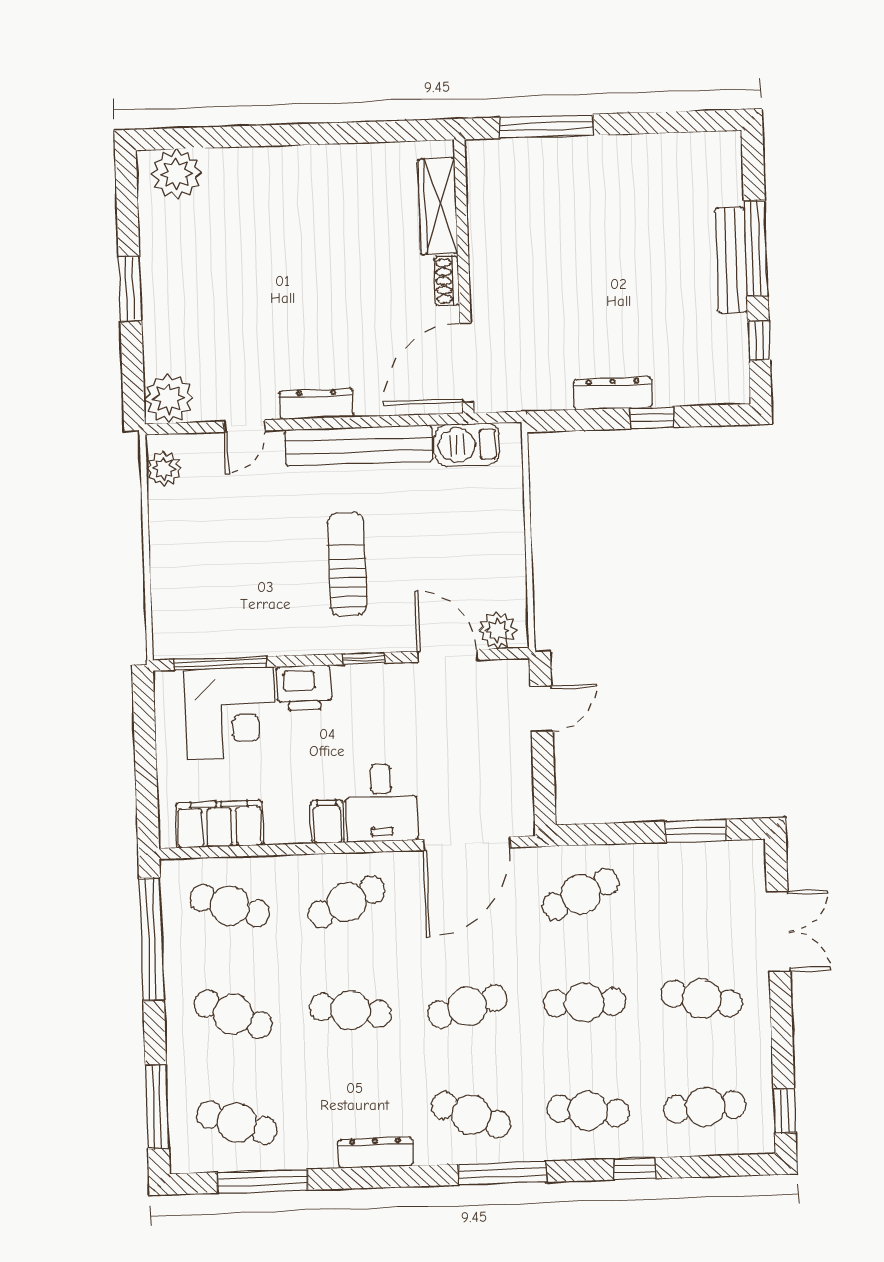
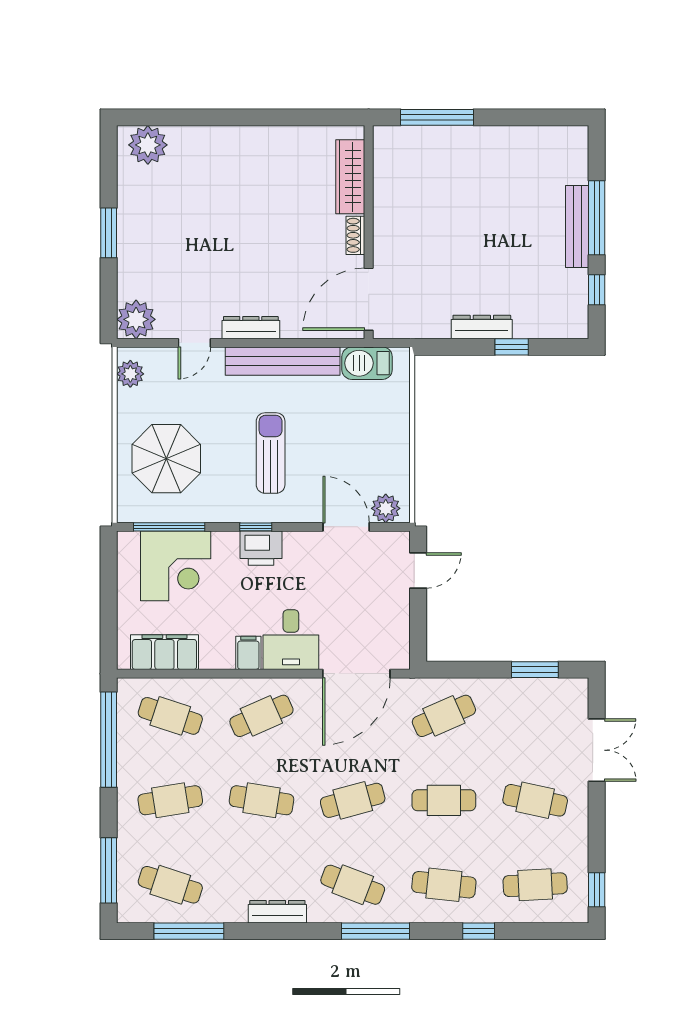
parasol: (214, 576) -> (166, 459), added
window: (364, 658) -> (256, 527), moved
printer: (304, 688) -> (261, 548), moved
cafe table: (233, 1014) -> (170, 800), turned -33

